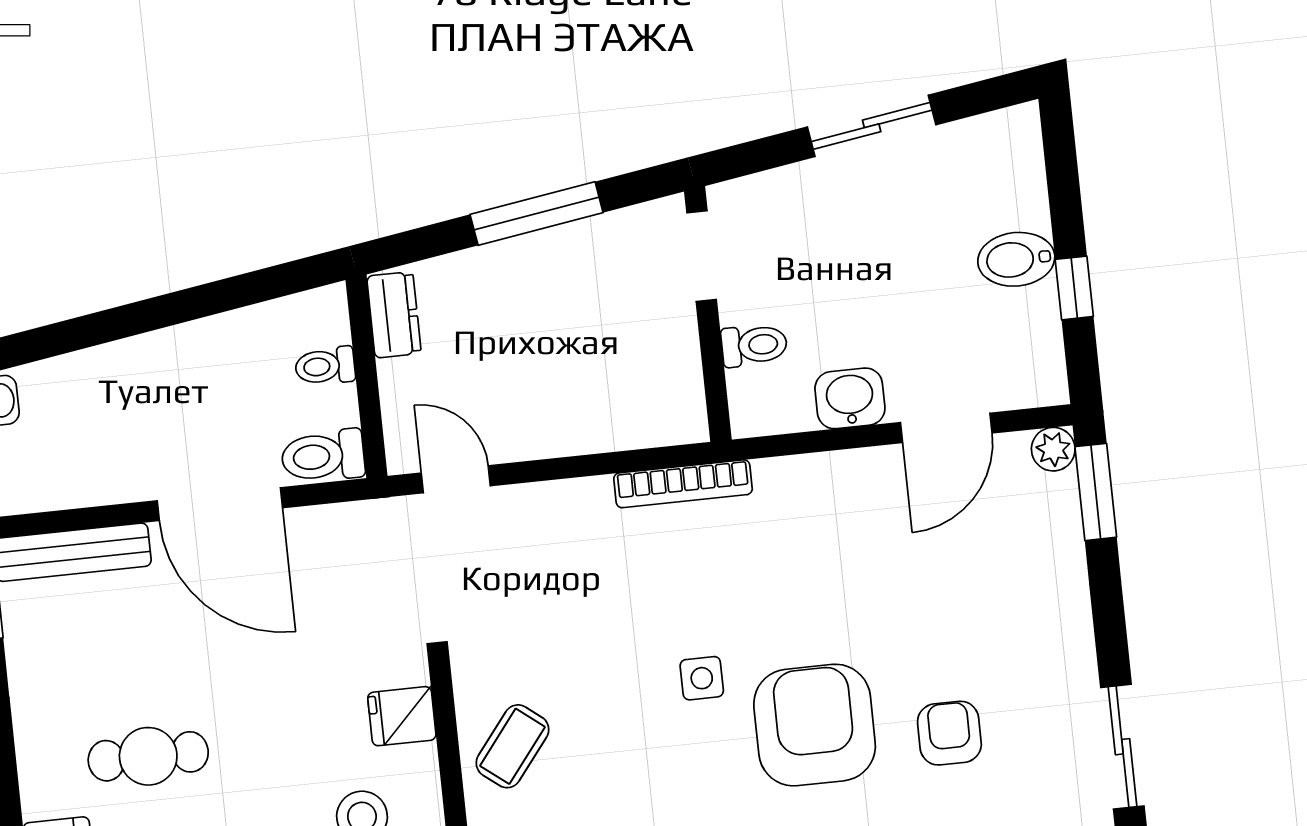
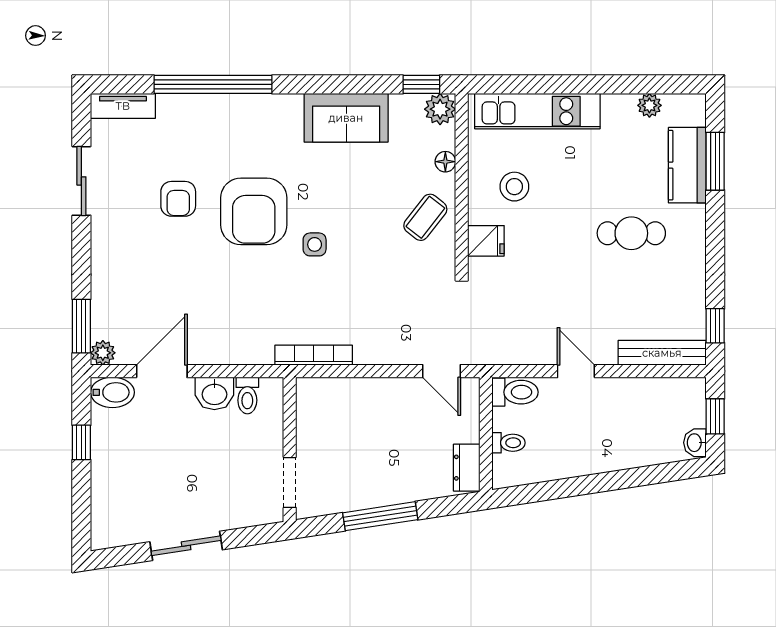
bidet: (1016, 259) -> (112, 392), moved
toilet: (754, 345) -> (247, 395), moved, turned -90
door: (220, 504) -> (576, 371), width x0.53

